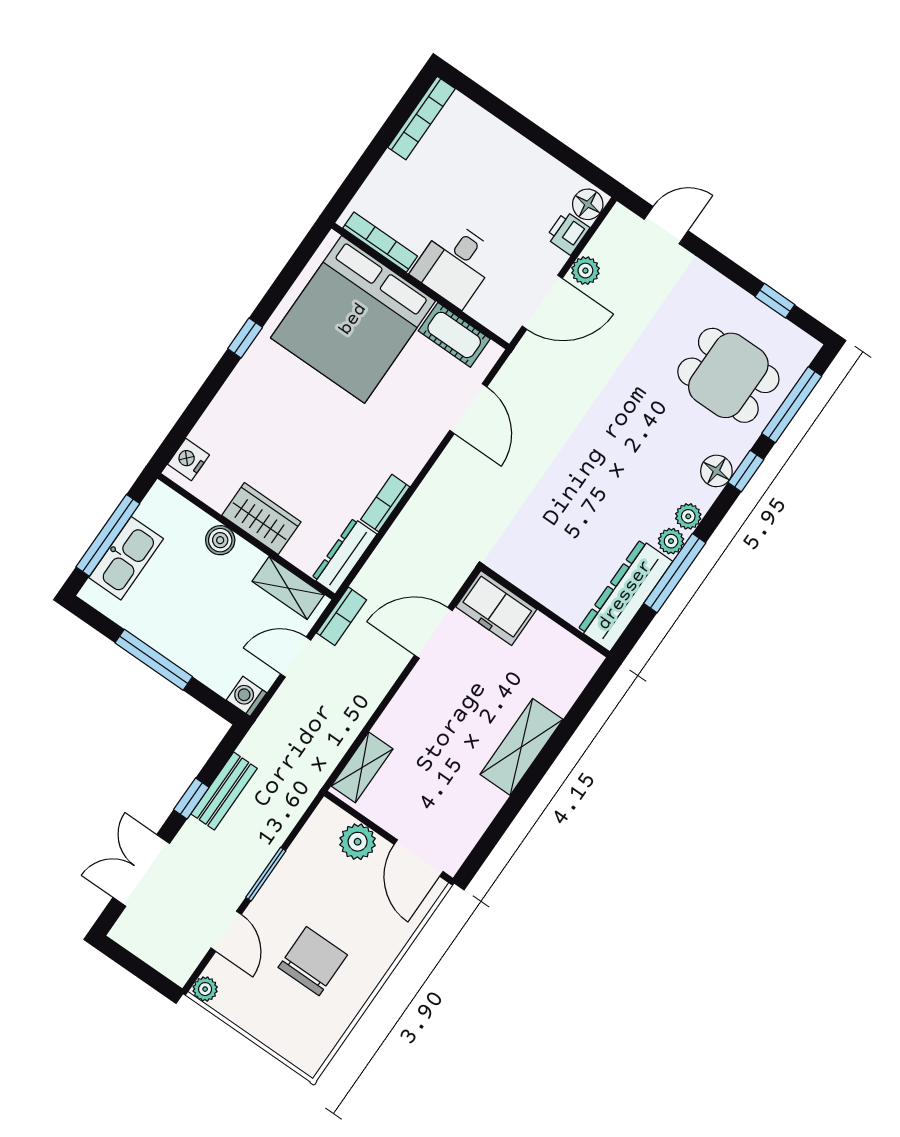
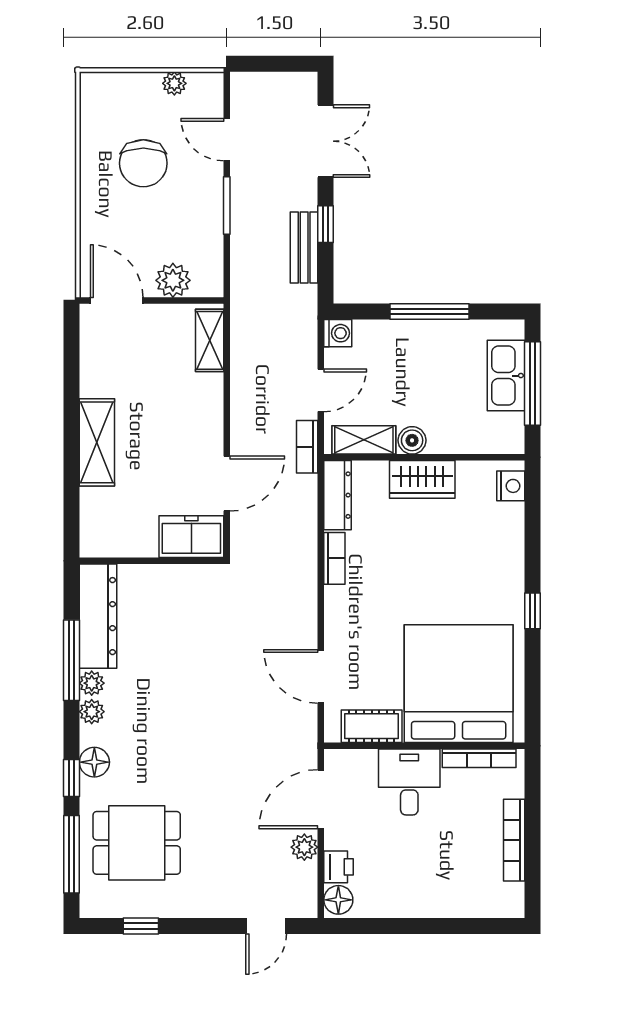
bookcase: (422, 118) -> (514, 840), moved
boiler: (220, 540) -> (412, 440), moved
plant: (205, 989) -> (174, 83), moved

